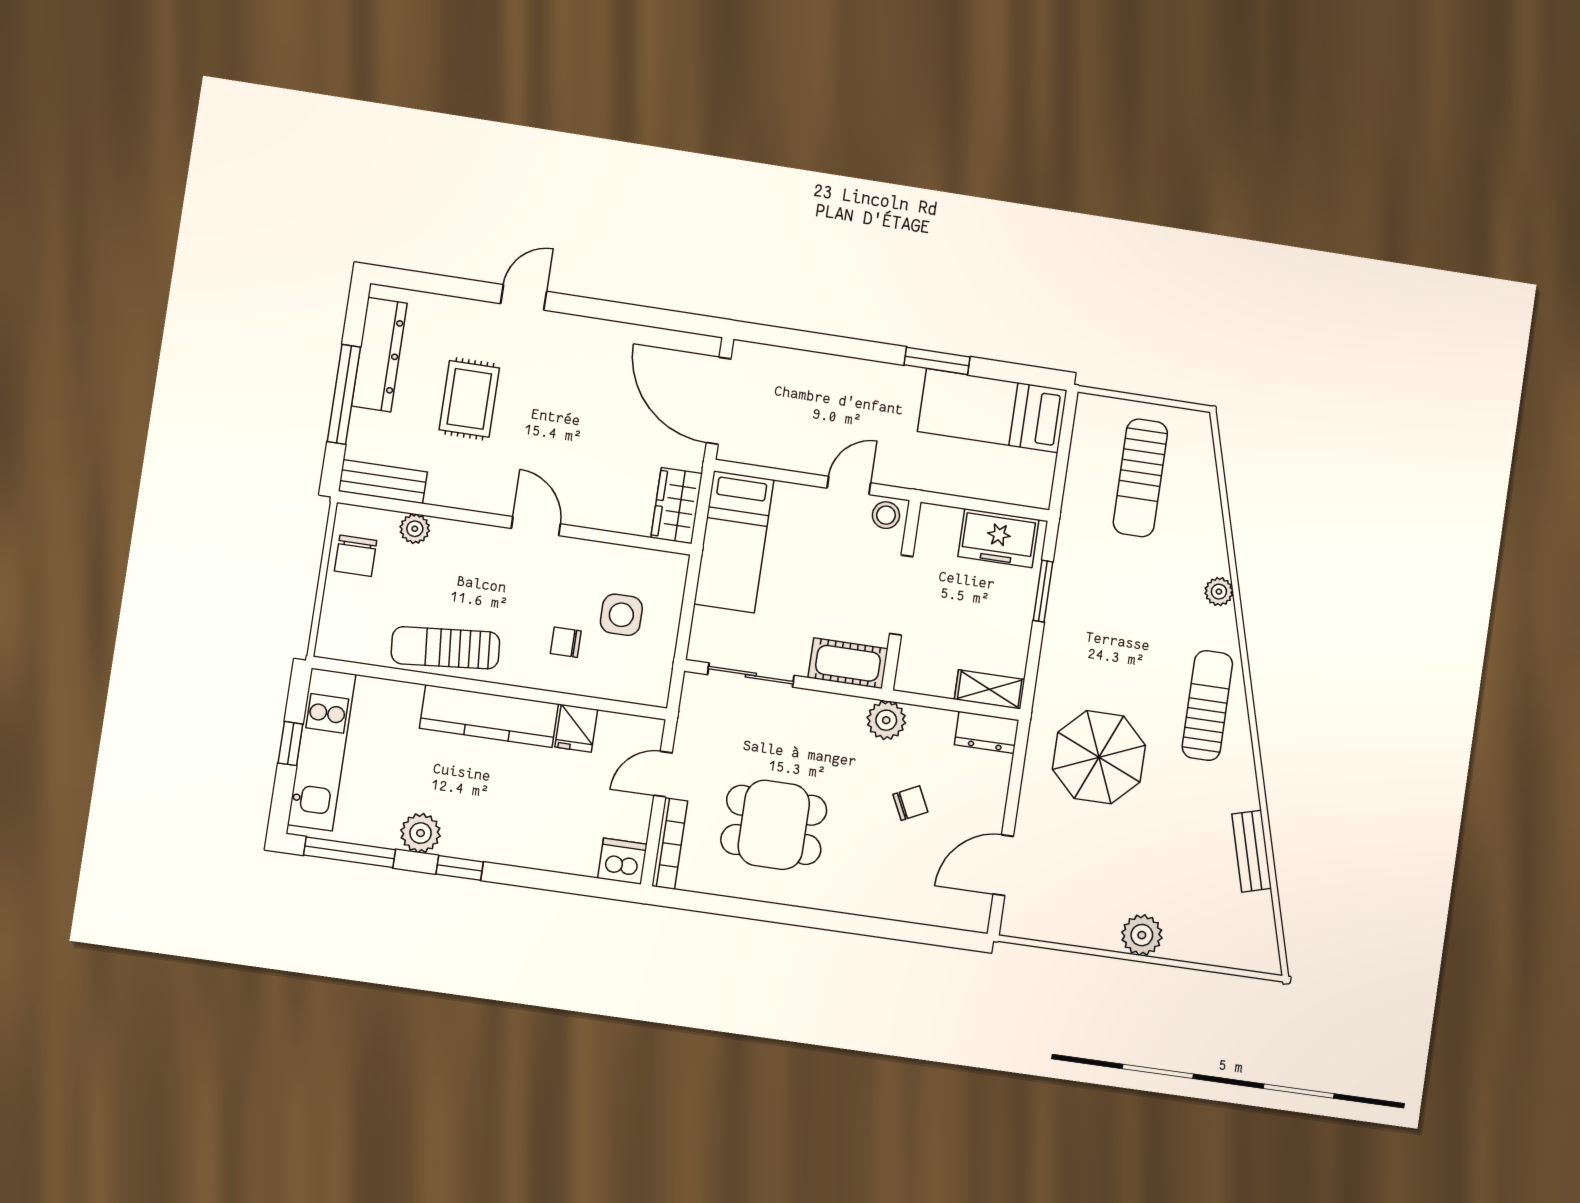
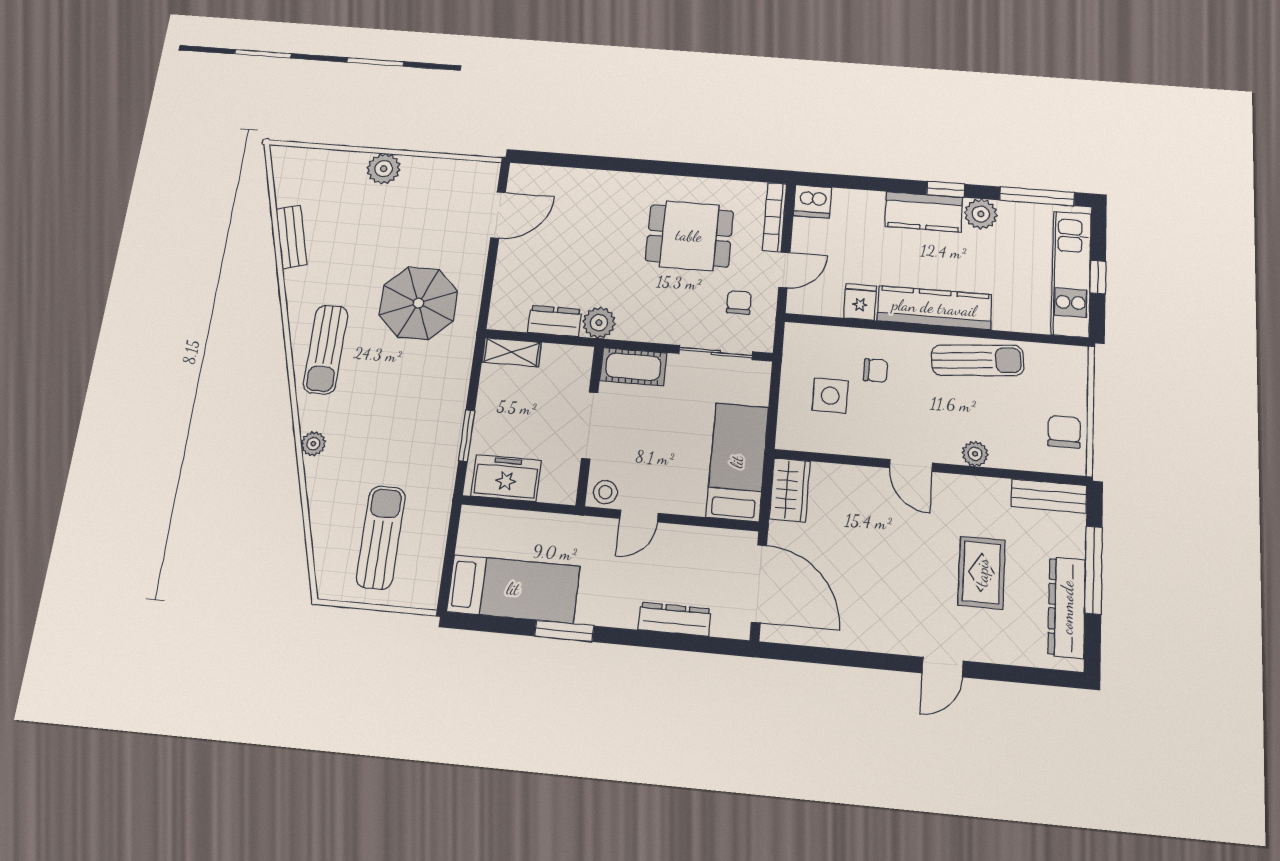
dresser: (815, 367) -> (675, 619), added
plant: (415, 529) -> (975, 454), moved
dresser: (987, 732) -> (554, 321), moved
chair: (910, 803) -> (739, 302), moved, turned 116
kitchen counter: (489, 840) -> (924, 212), added

